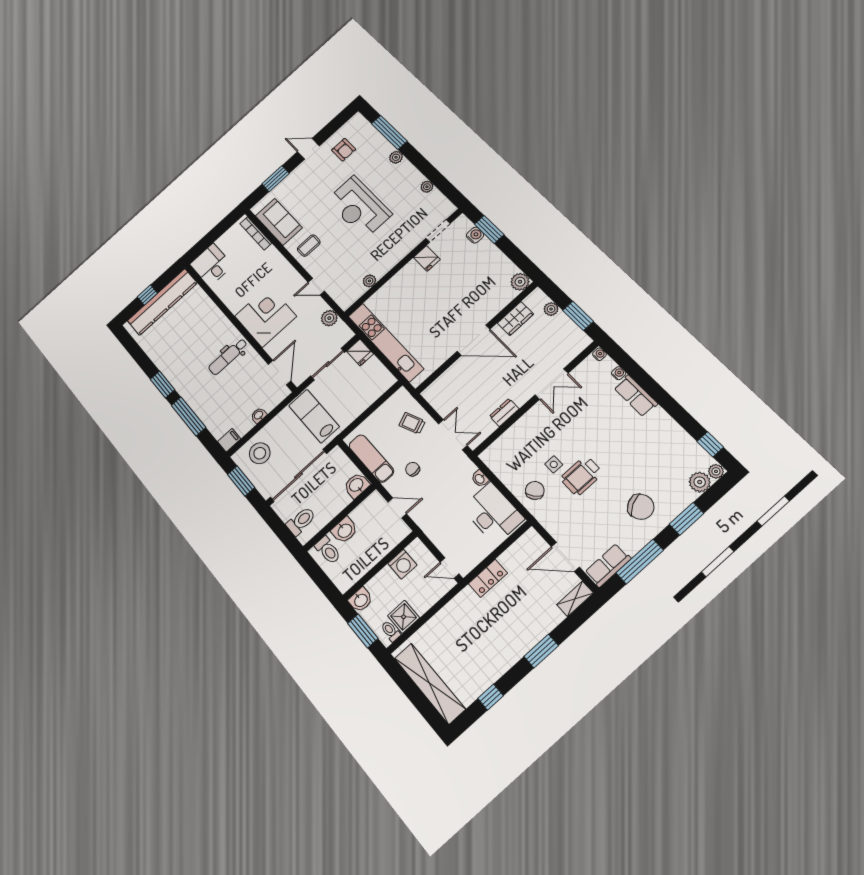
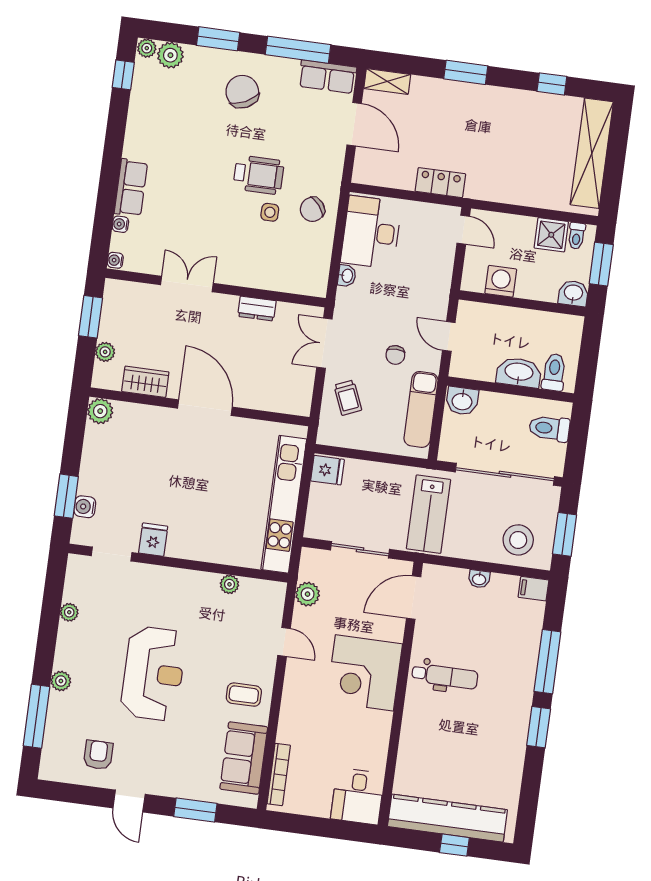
fridge: (360, 352) -> (328, 470), moved, turned 90
washbasin: (345, 530) -> (519, 372), width x1.38

